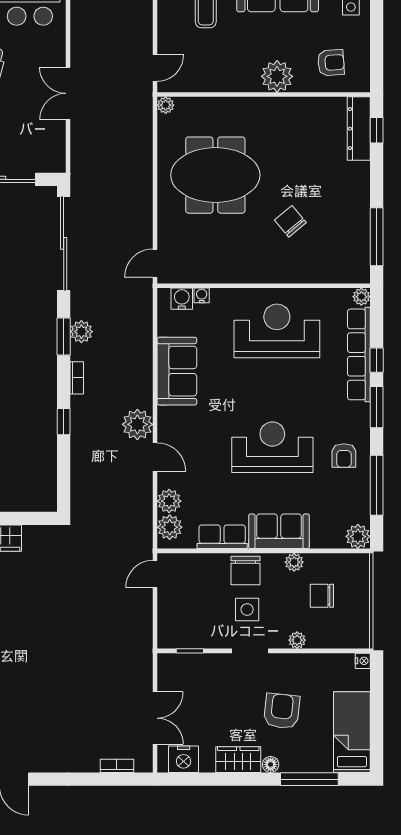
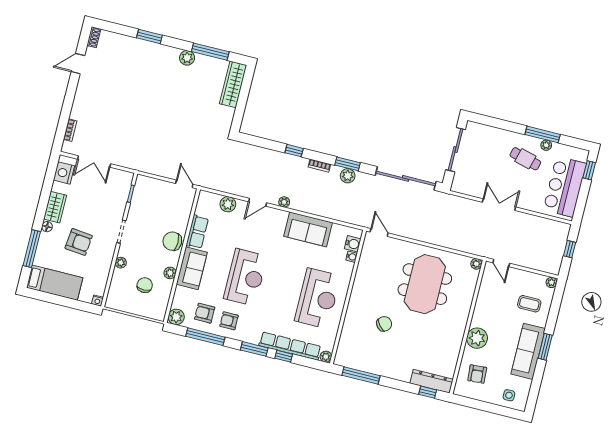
plant: (137, 424) -> (284, 202), width x0.53, depth x0.53
armchair: (342, 495) -> (205, 313), added
plant: (170, 527) -> (211, 200), removed
side table: (247, 610) -> (148, 236), removed

